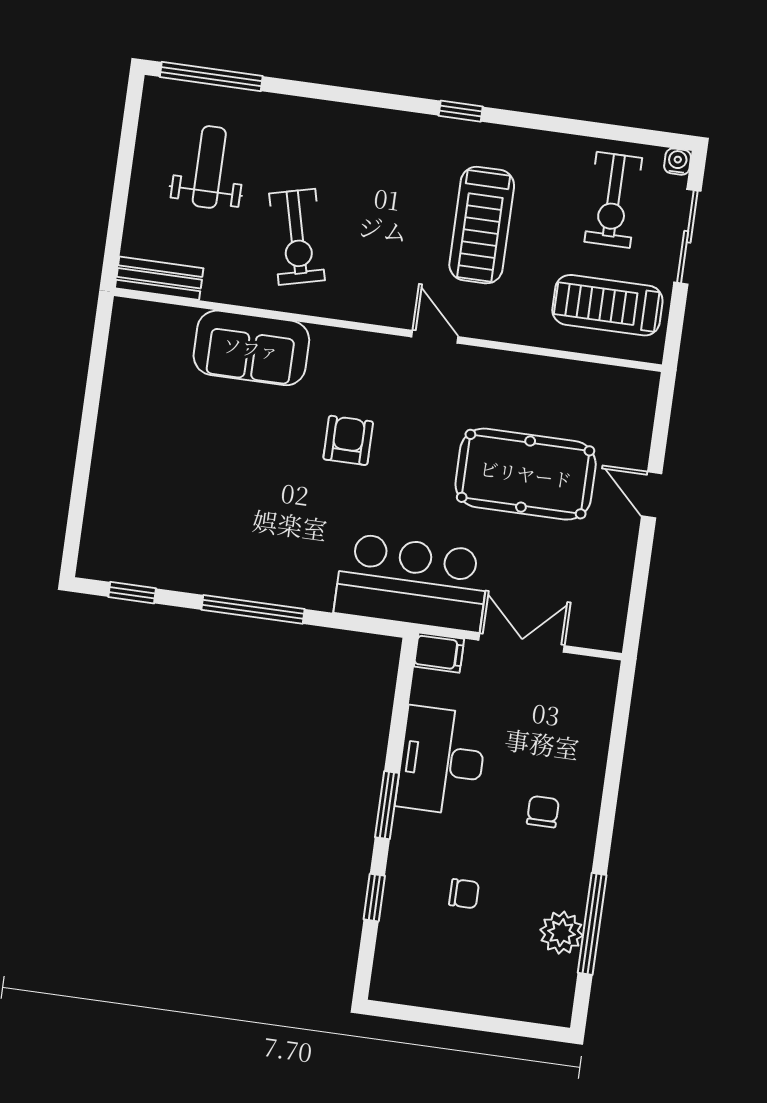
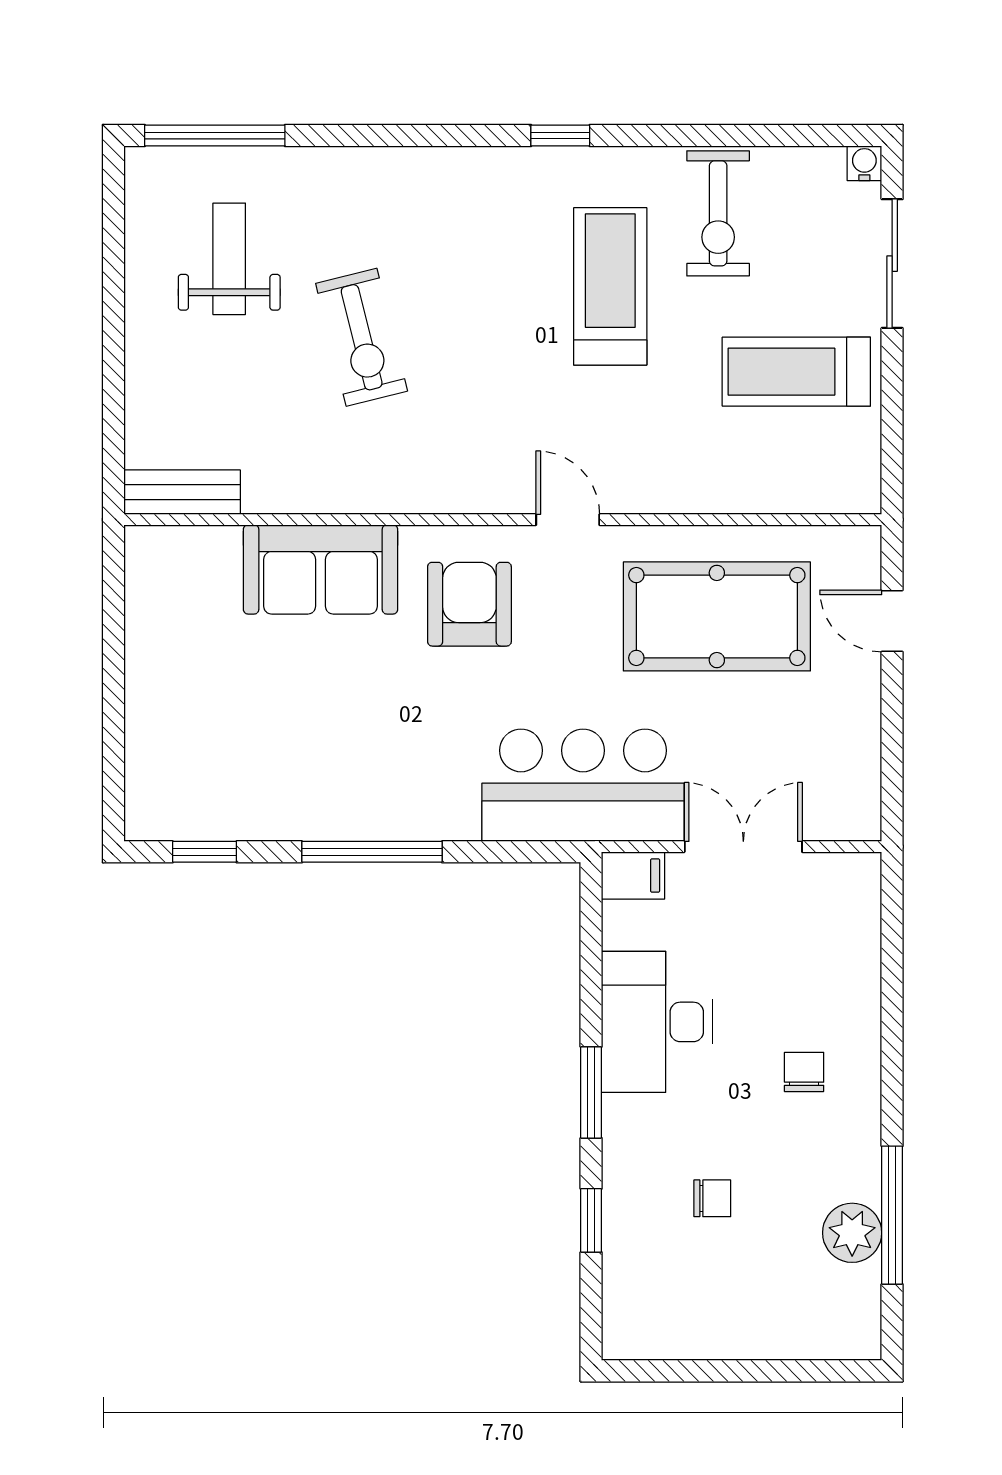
exercise bike: (613, 200) -> (718, 213), moved
treadmill: (482, 225) -> (610, 286), turned 180
bench: (159, 278) -> (182, 492), moved
wall: (388, 330) -> (503, 520), moved
door: (435, 337) -> (568, 520), moved
sofa: (251, 348) -> (321, 569), moved
armchair: (348, 440) -> (469, 604), width x1.38, depth x1.38

